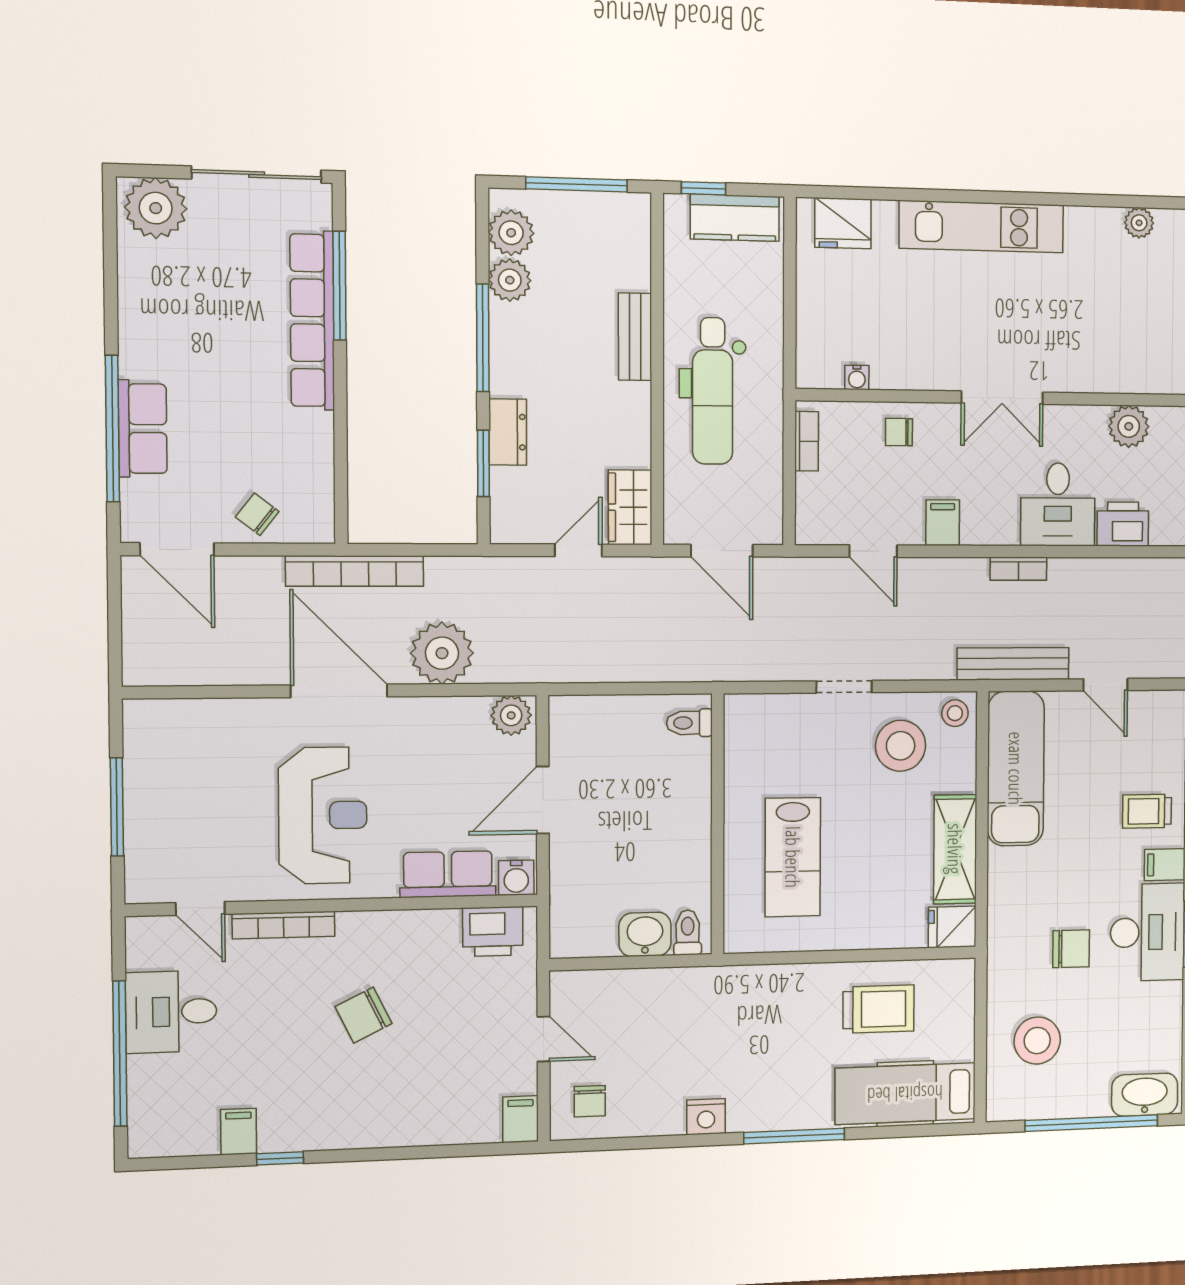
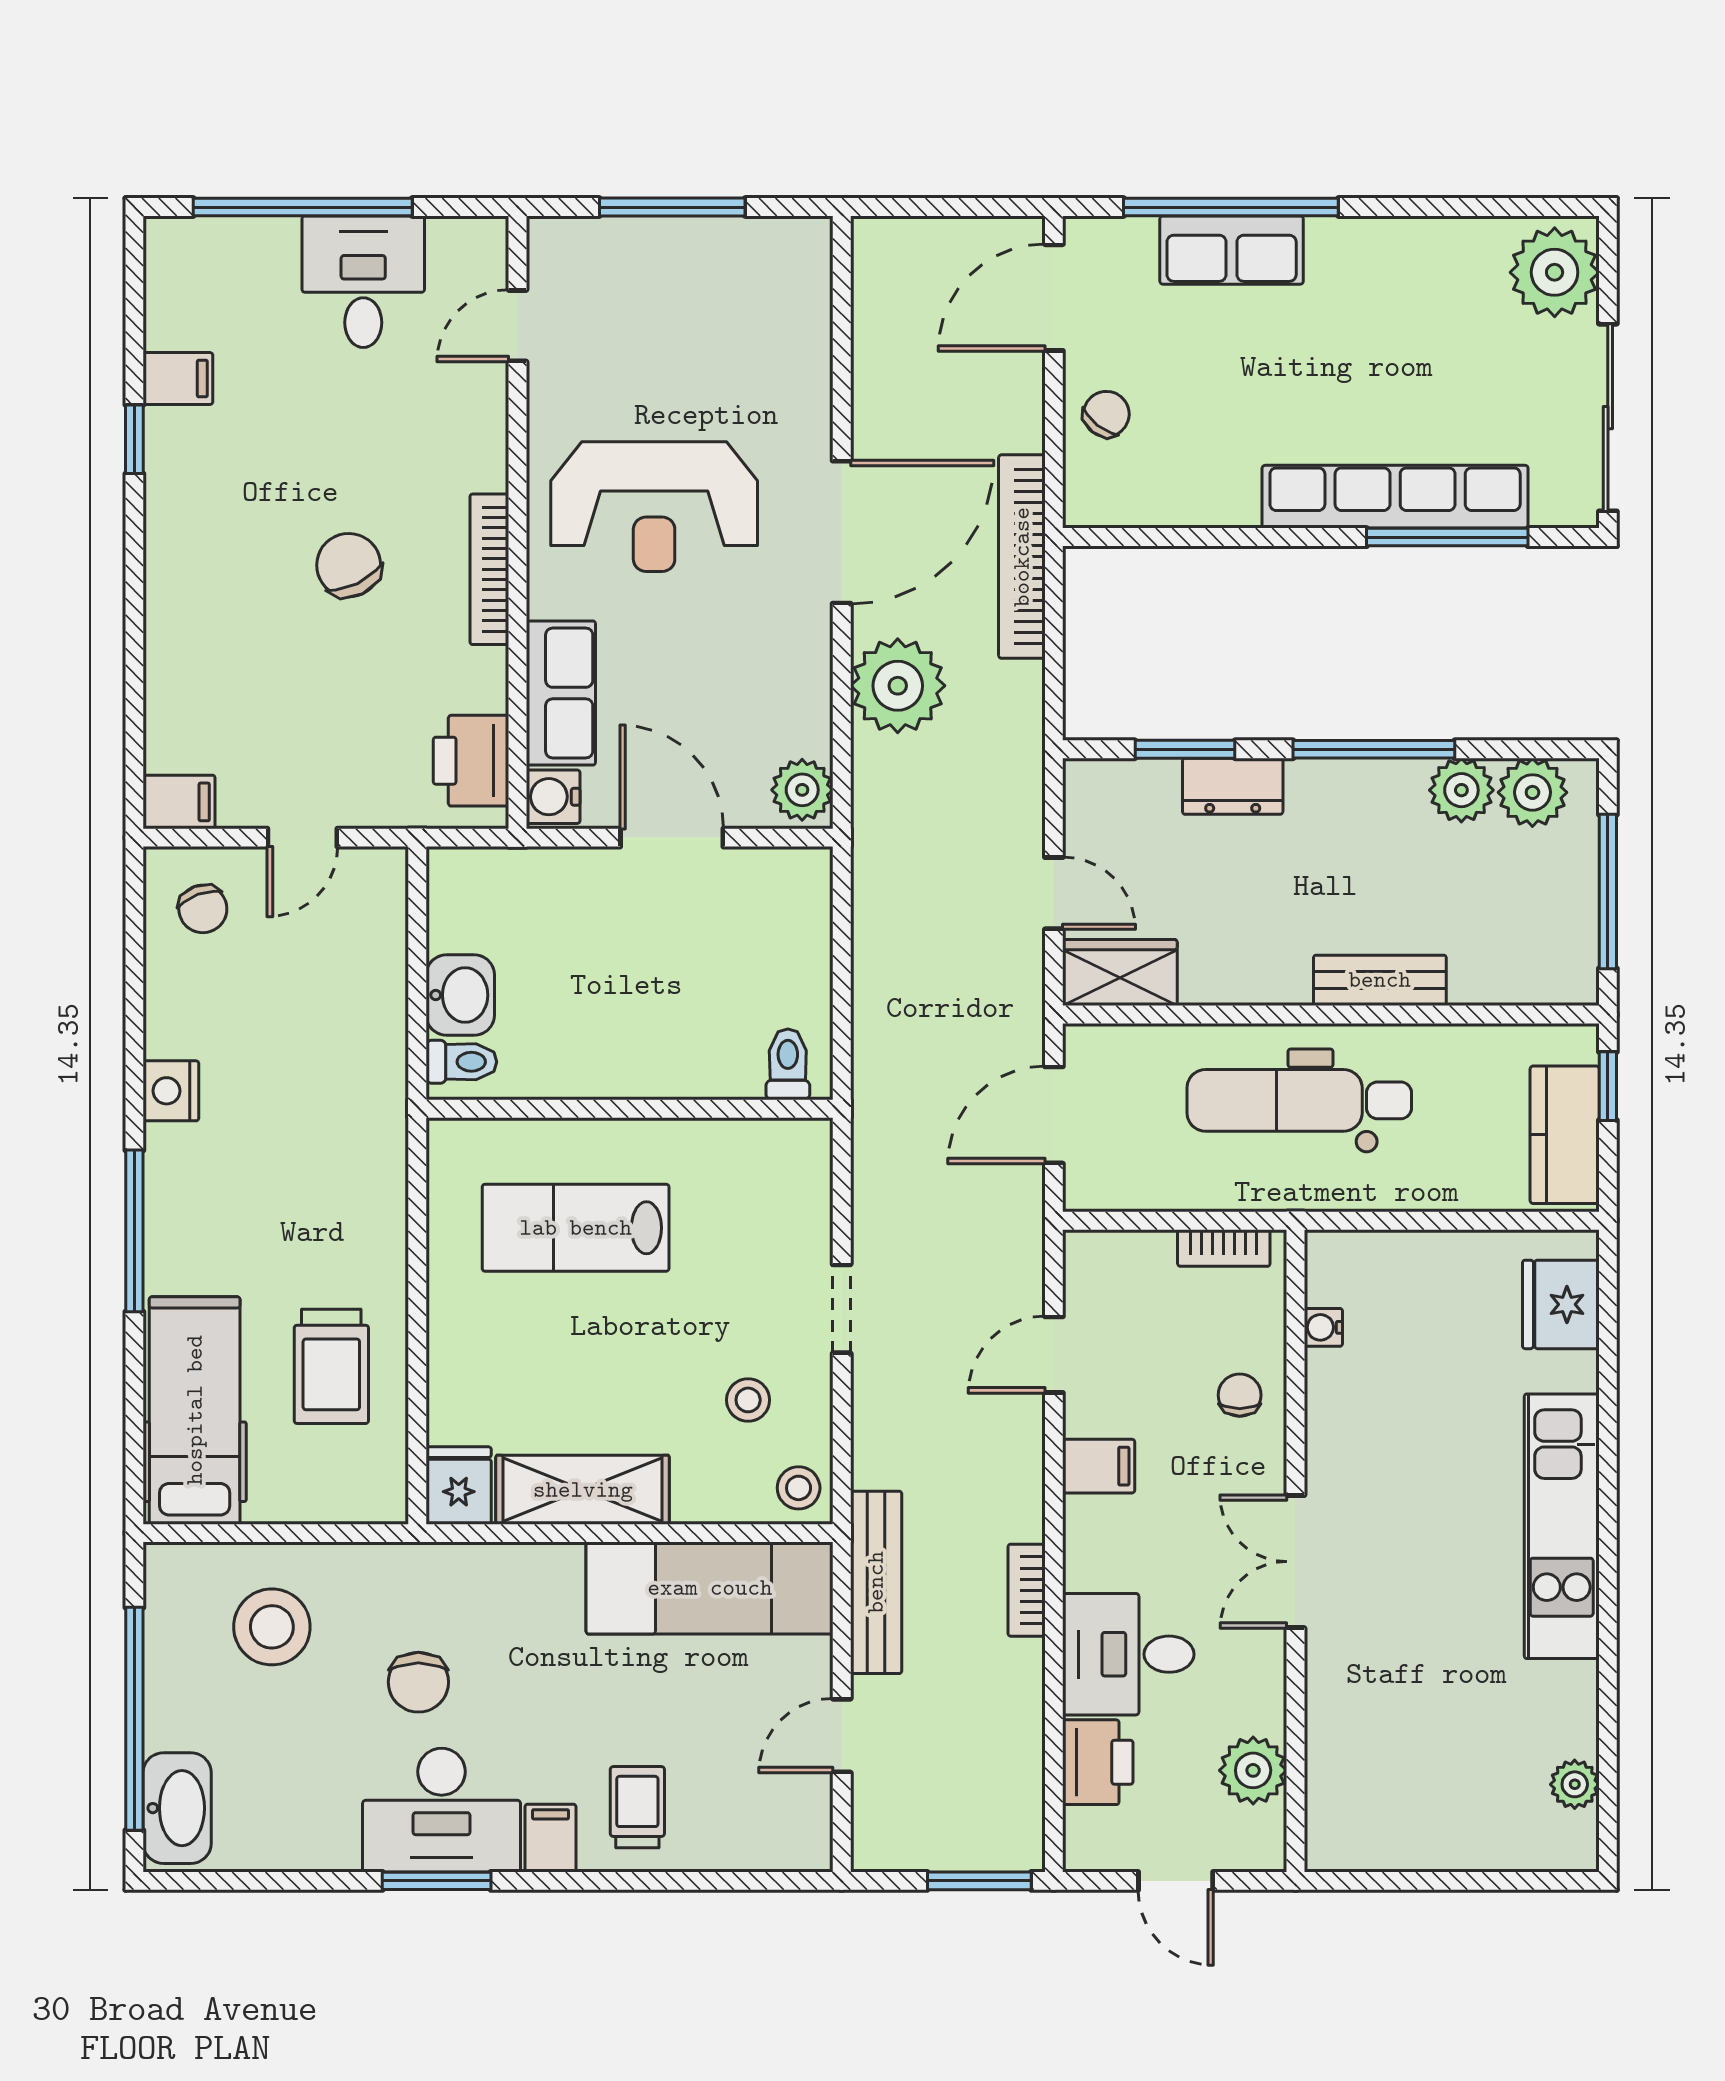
stool: (901, 746) -> (748, 1400), width x0.53, depth x0.53
bookcase: (284, 925) -> (489, 569), moved
chair: (590, 1101) -> (203, 909), turned -110

